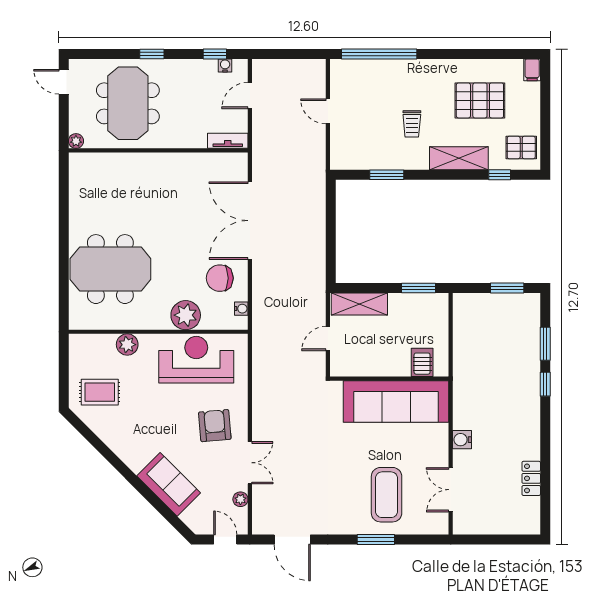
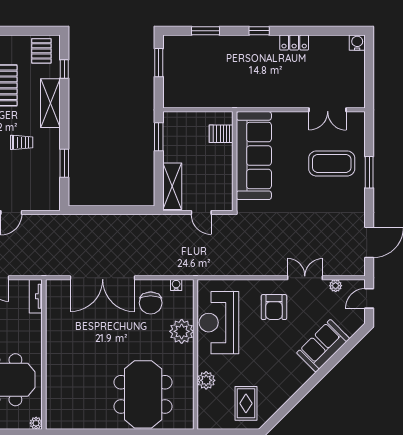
window: (545, 384) -> (259, 31), moved
armchair: (215, 426) -> (274, 307), turned -85
water cooler: (462, 440) -> (357, 43), moved, turned 180
locker: (531, 478) -> (294, 43), moved

